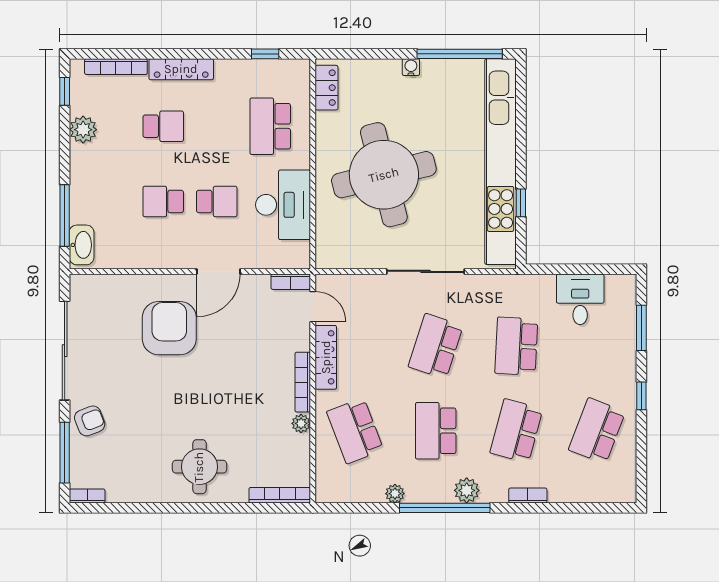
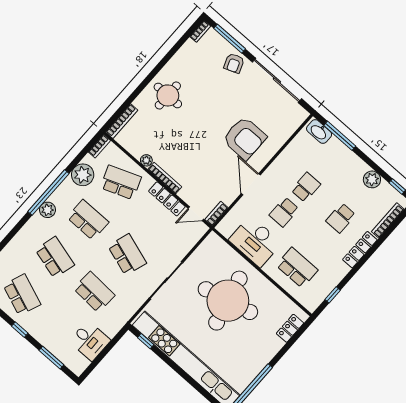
water cooler: (411, 67) -> (267, 357), removed
locker: (327, 88) -> (290, 328), moved, turned 90
window: (521, 203) -> (146, 341), moved
plant: (395, 494) -> (83, 175), width x1.88, depth x1.88
bookcase: (528, 495) -> (99, 146), moved

